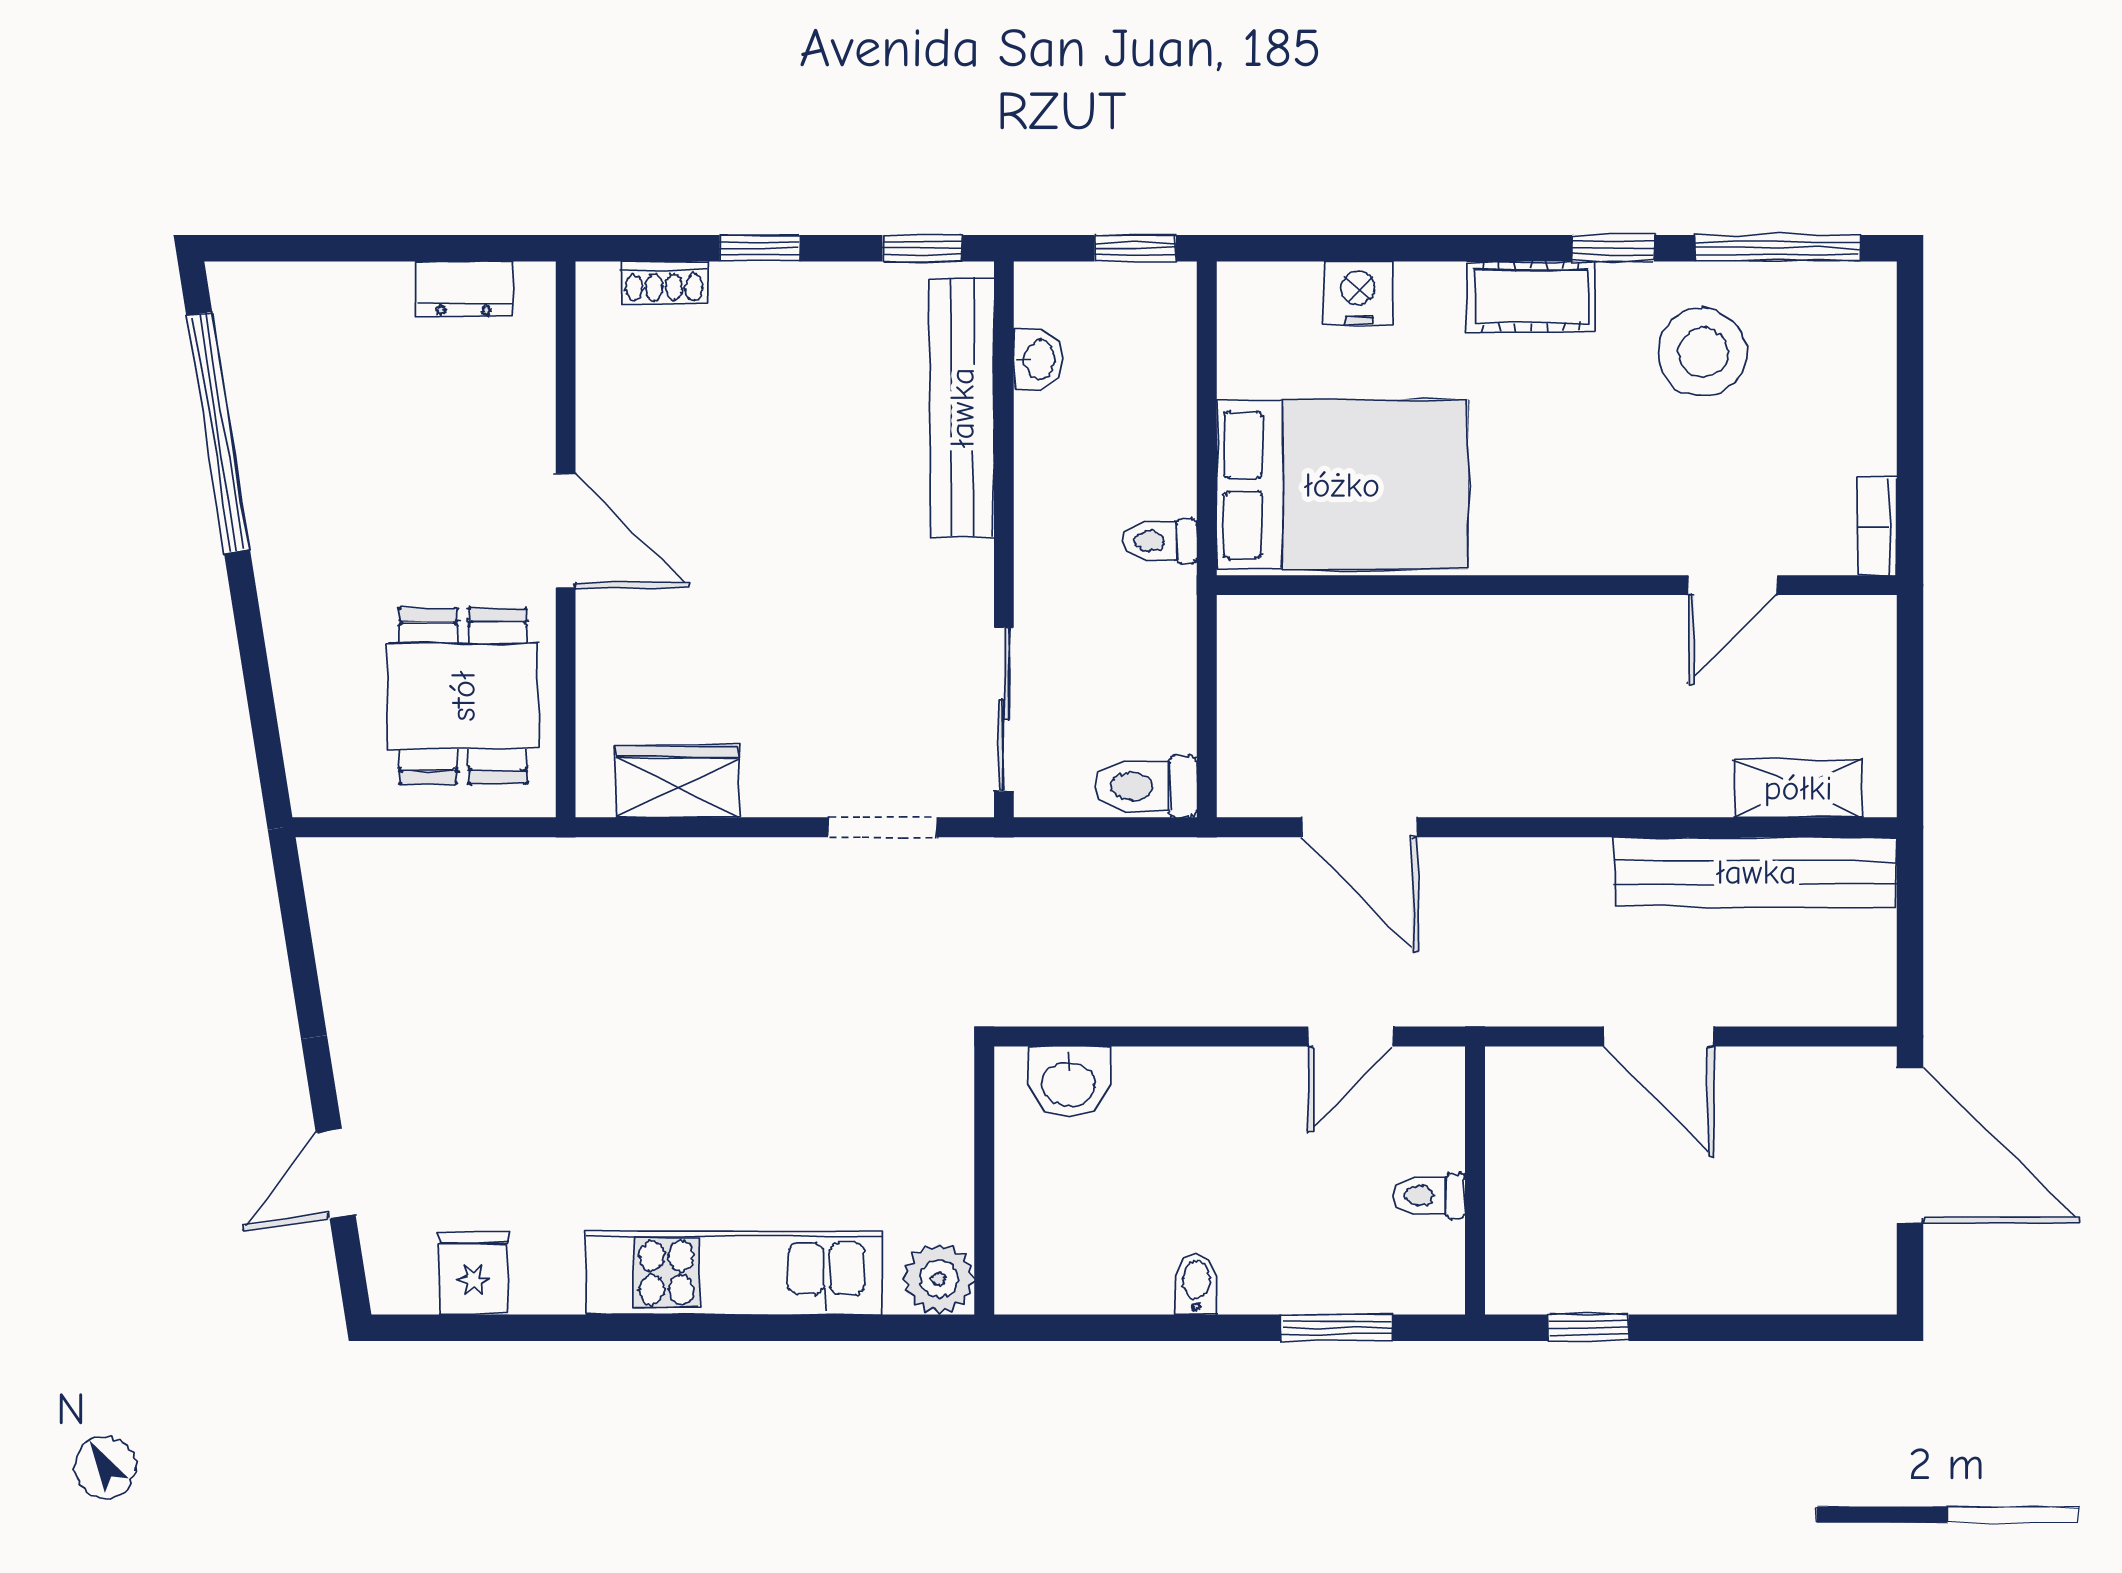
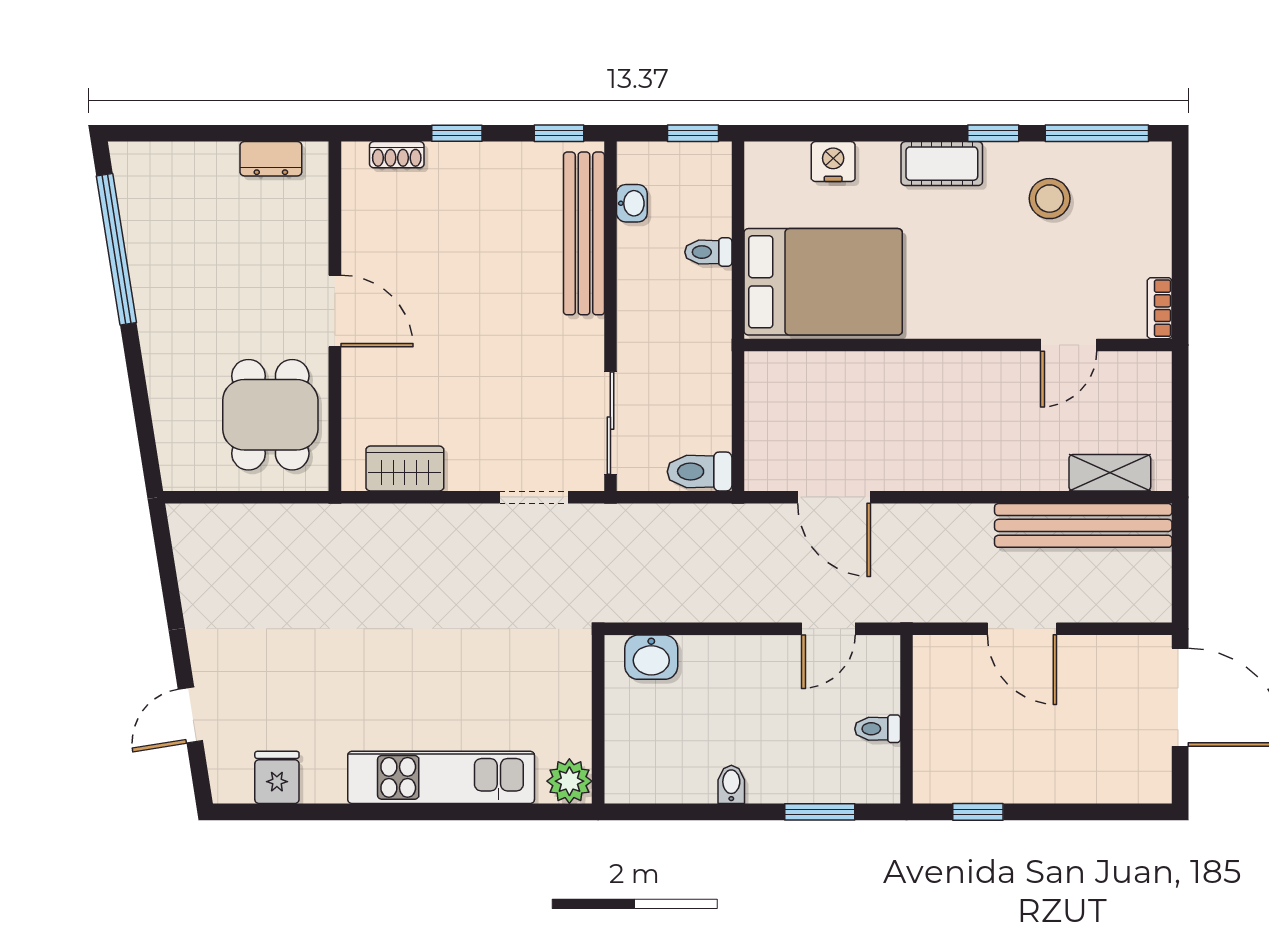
stool: (1702, 352) -> (1050, 199), width x0.73, depth x0.73
toilet: (1160, 541) -> (708, 252), moved

